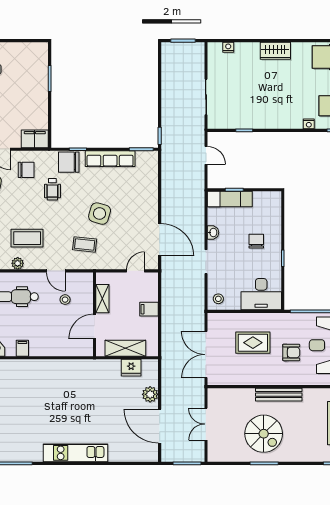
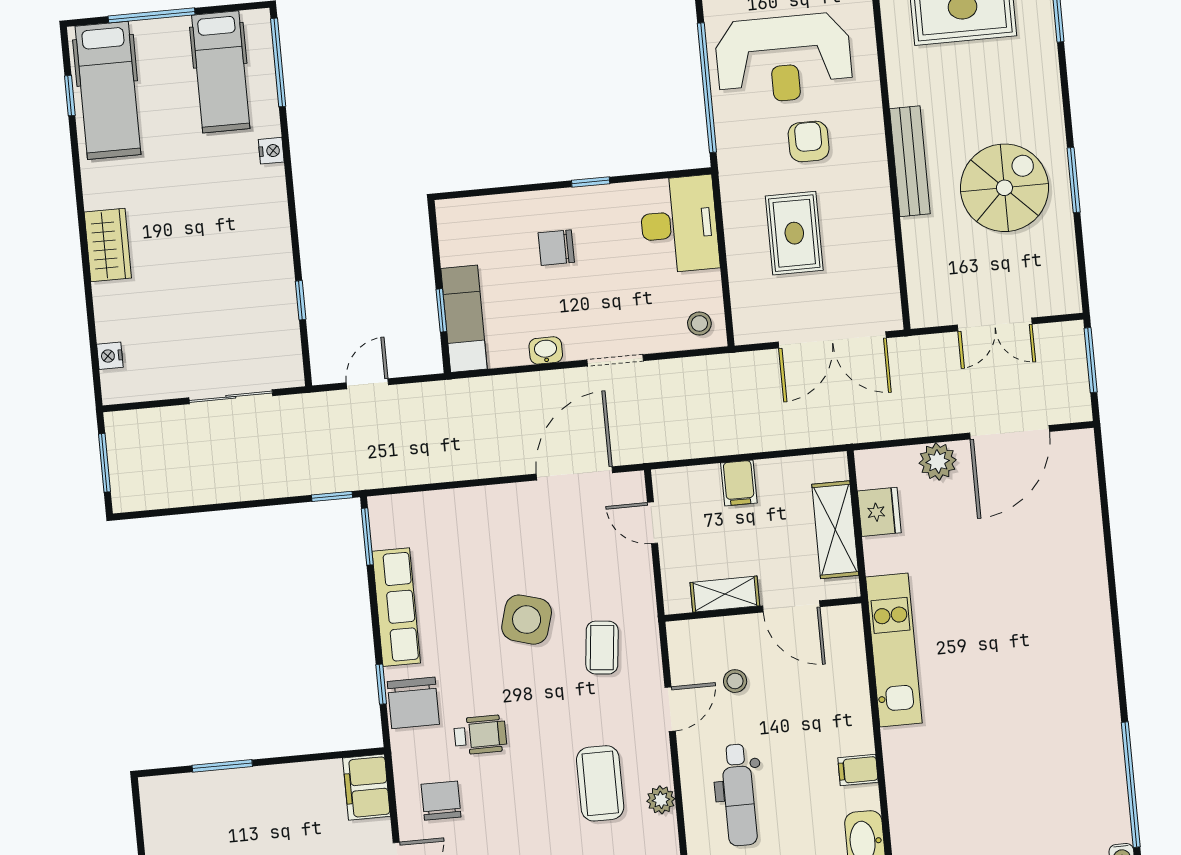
kitchen unit: (75, 453) -> (894, 650), moved, turned 180

